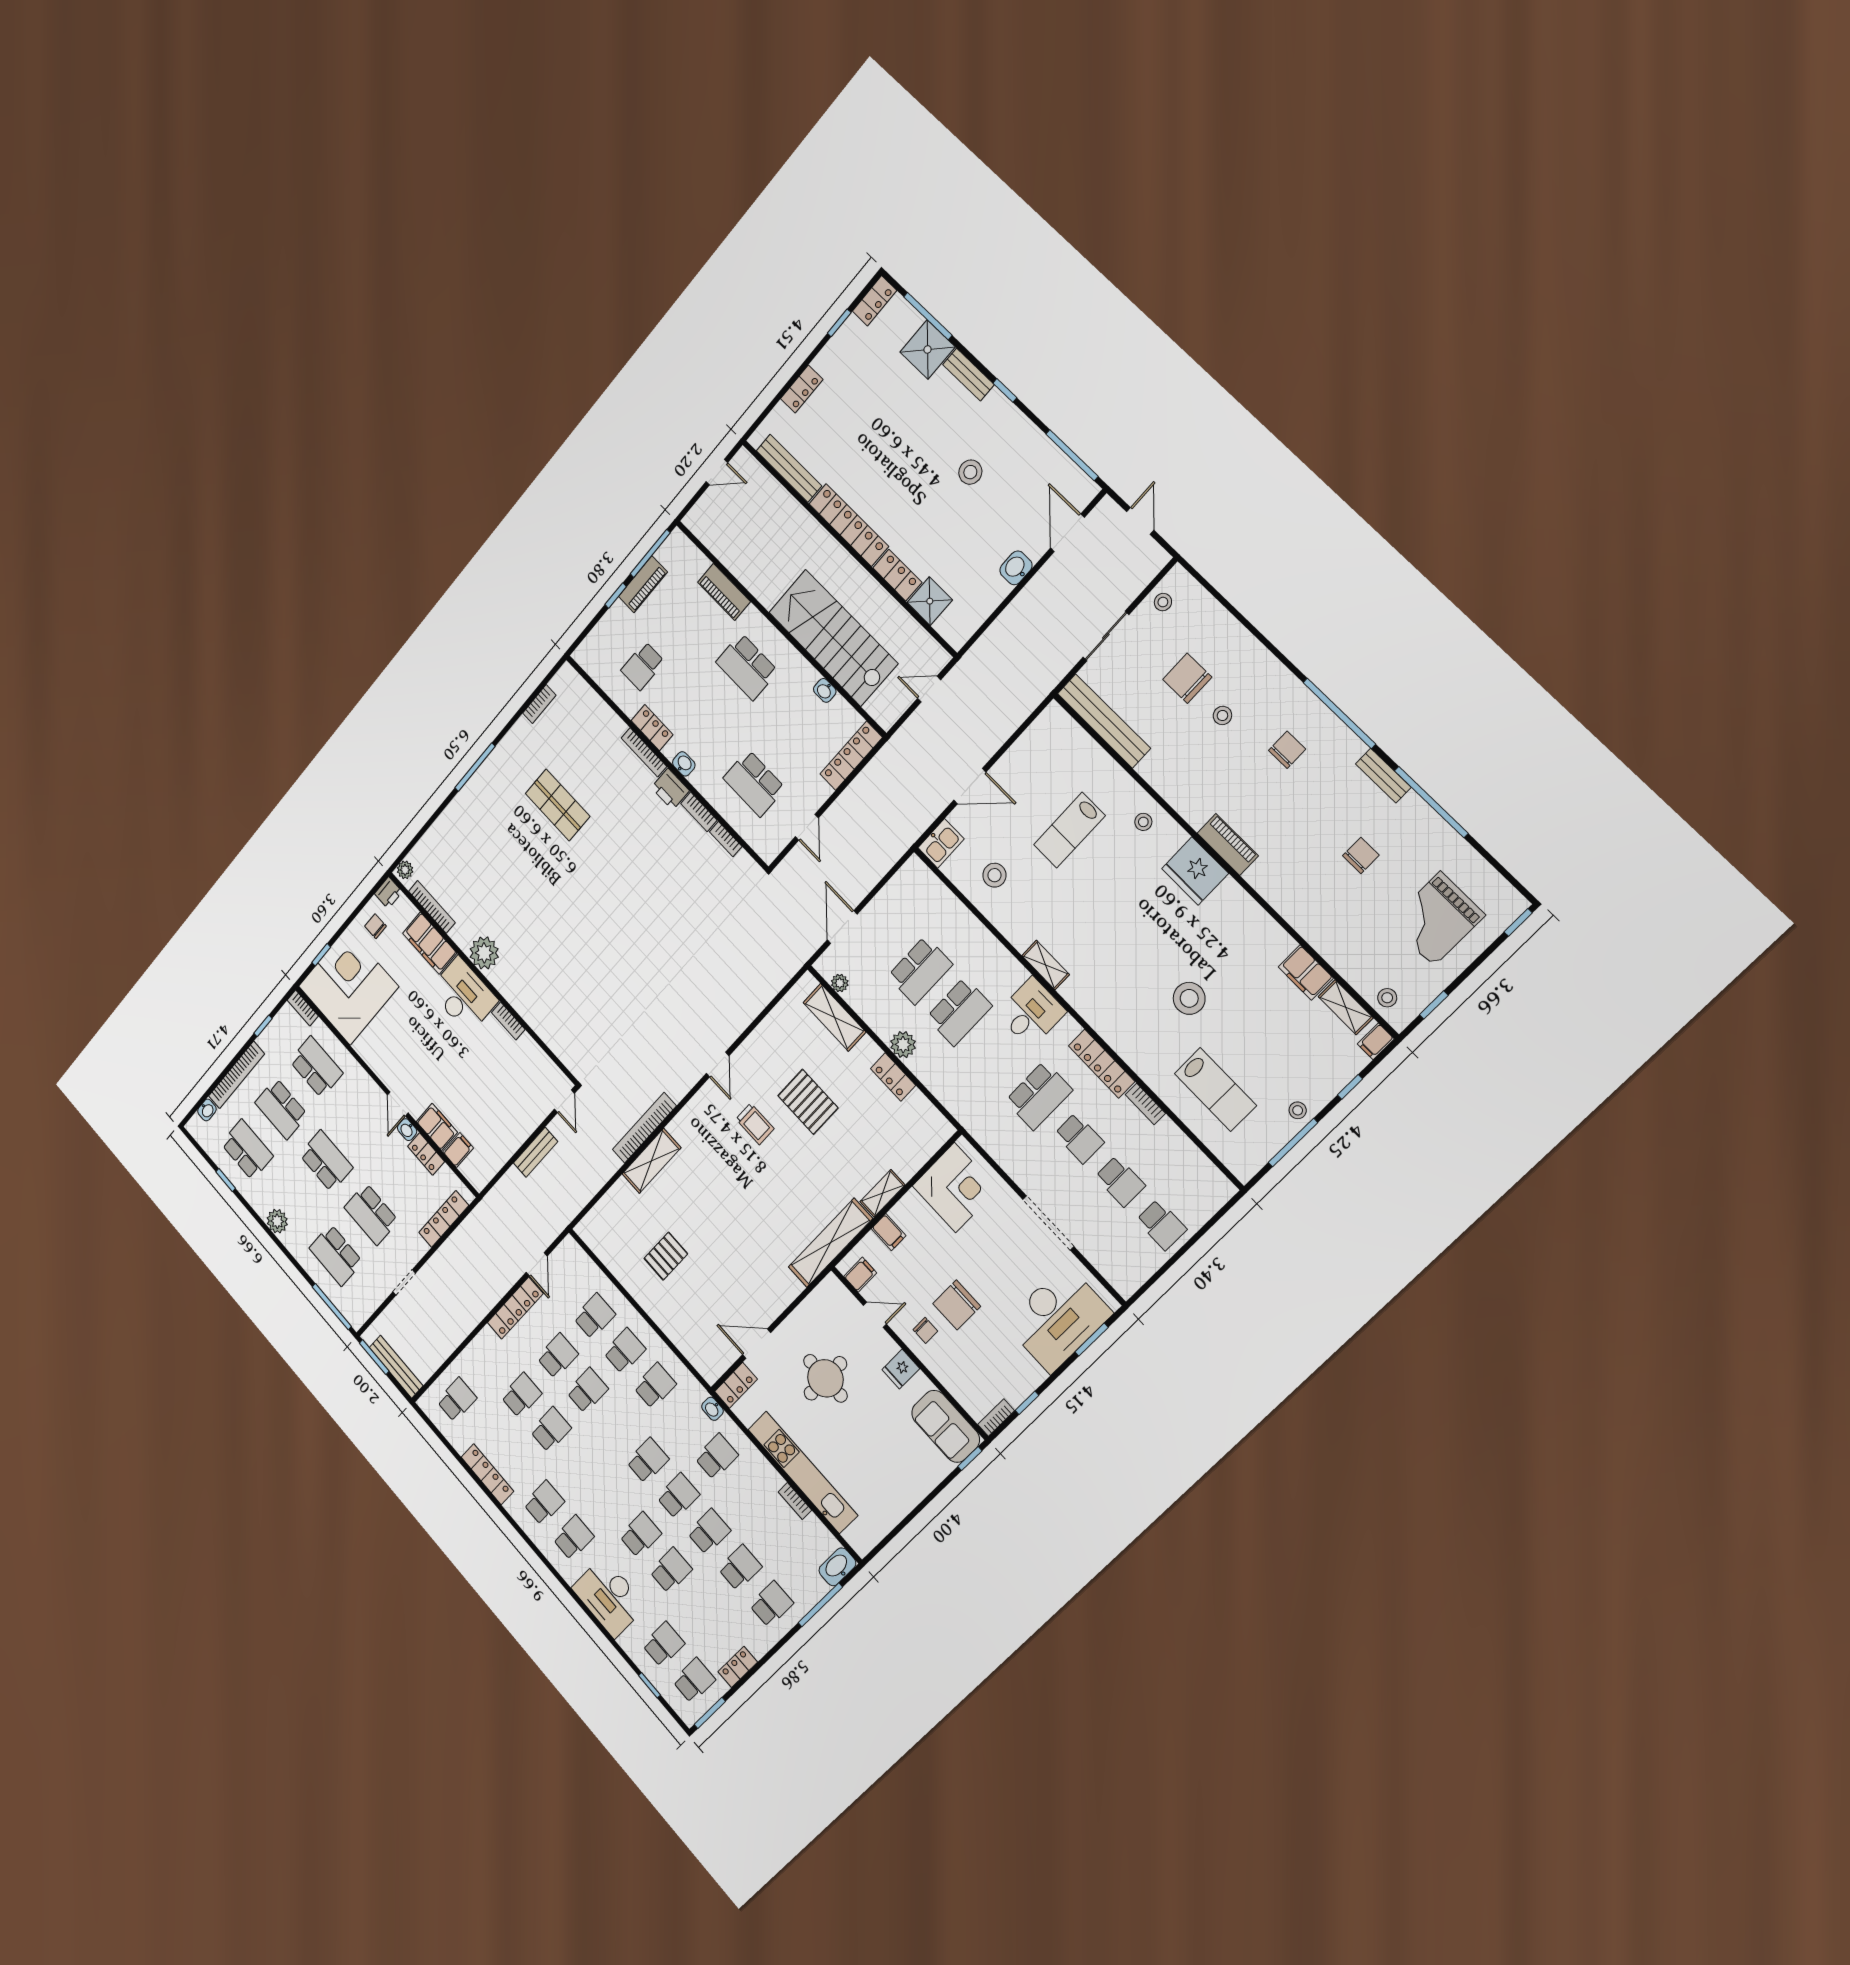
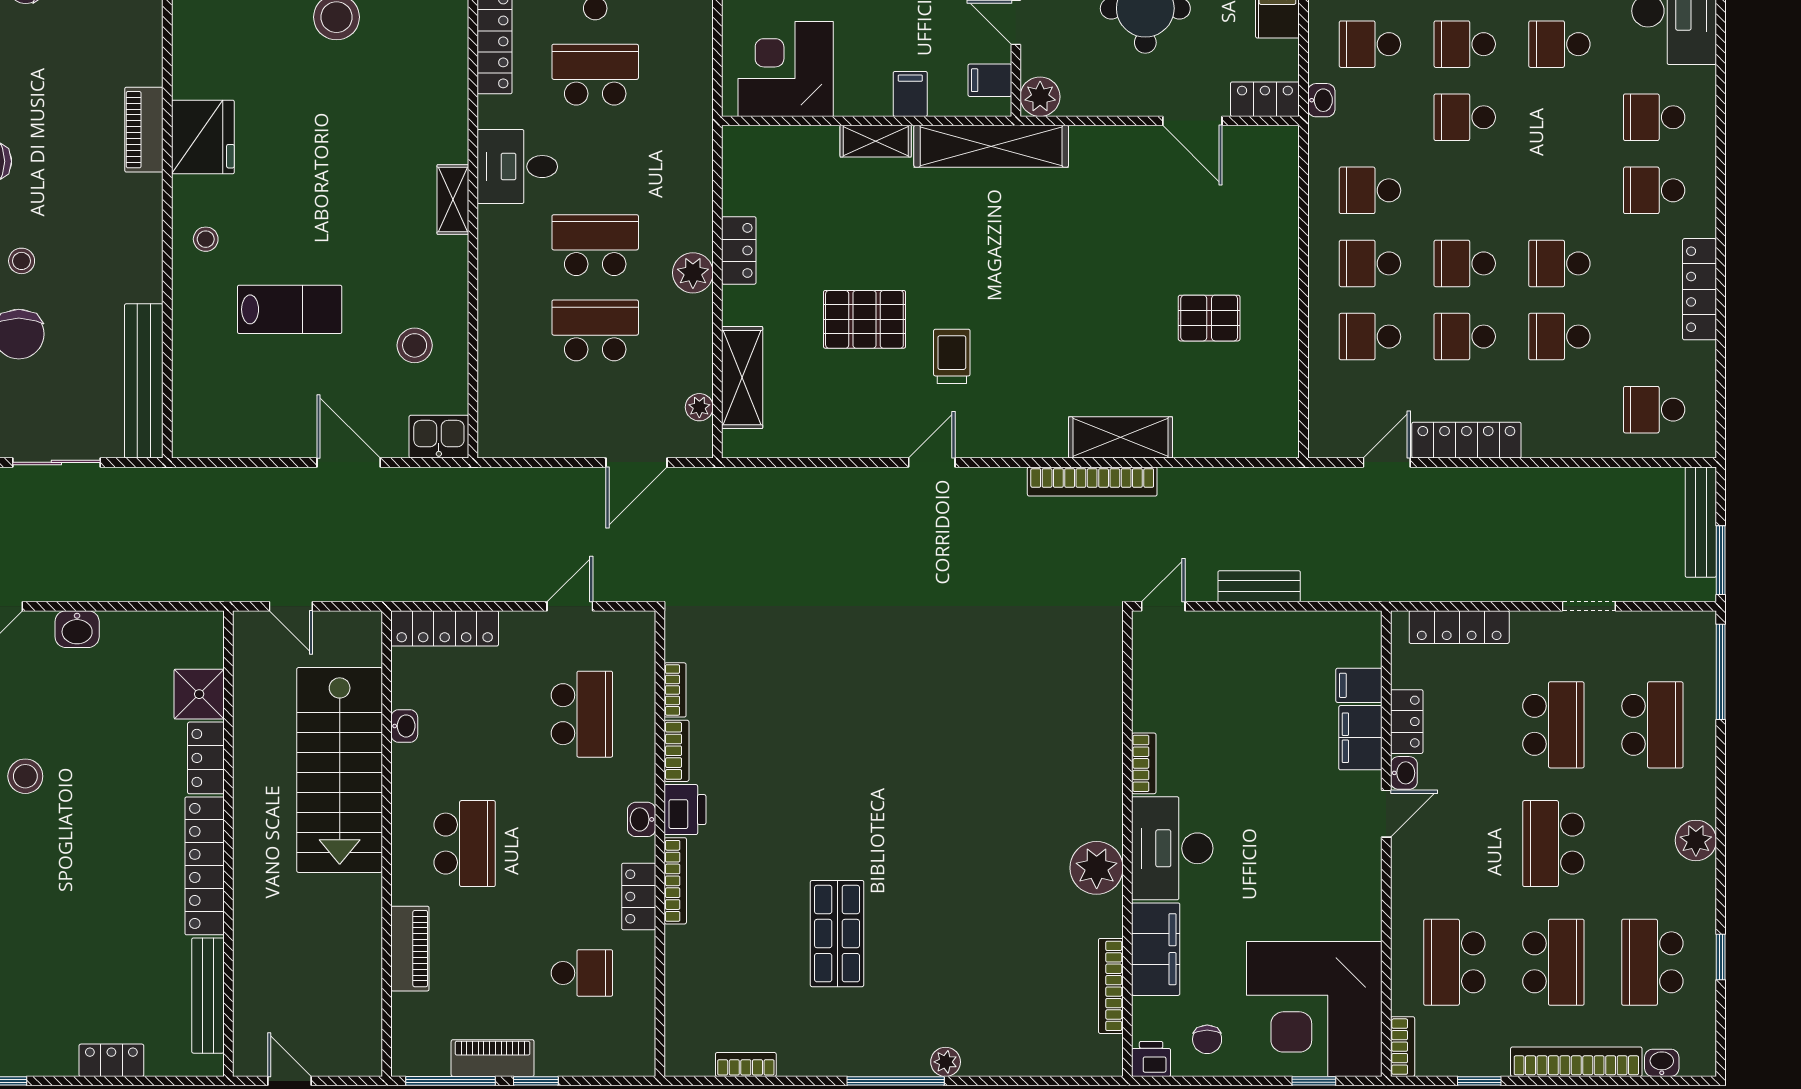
plant: (405, 870) -> (946, 1062), moved
pallet: (808, 1102) -> (864, 319), turned 90
plant: (831, 1289) -> (1040, 97), added

